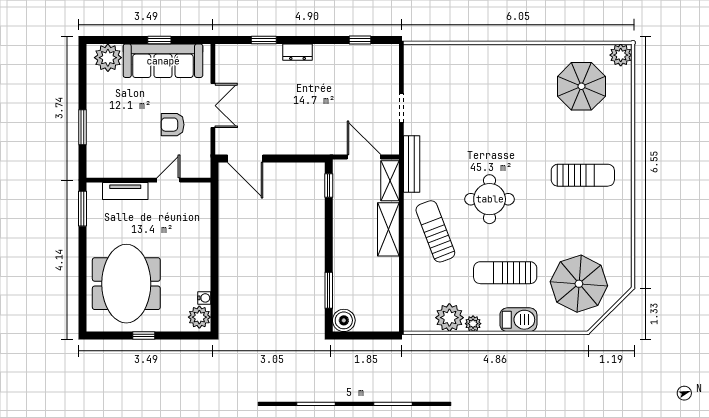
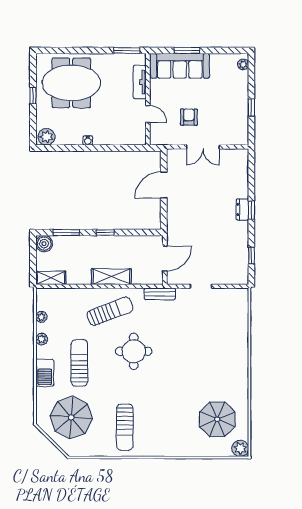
window: (264, 40) -> (251, 210), moved
plant: (108, 58) -> (243, 65), width x0.53, depth x0.53
sofa: (163, 61) -> (180, 66), moved, turned -90
door: (245, 159) -> (164, 185), moved
bench: (412, 164) -> (160, 294), width x0.73
sun lounger: (583, 175) -> (125, 427), moved
shelving: (390, 181) -> (51, 278), moved
window: (329, 185) -> (105, 232), moved
water cooler: (204, 298) -> (88, 141), moved
plant: (449, 318) -> (41, 317), width x0.53, depth x0.53

